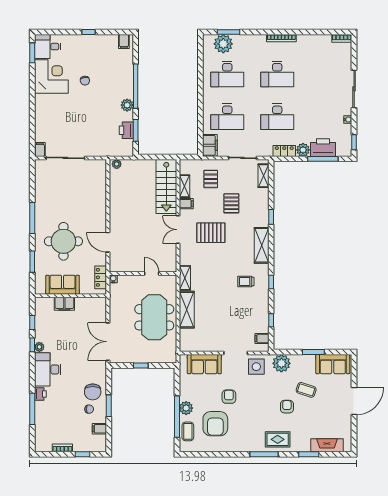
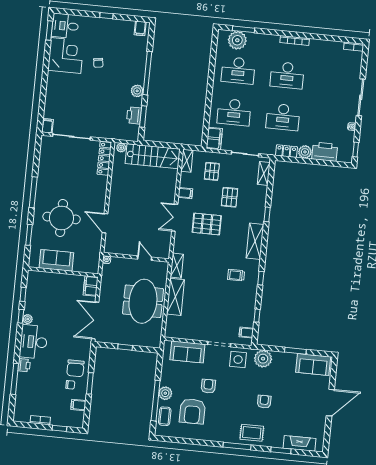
window: (323, 159) -> (324, 163), removed
stairs: (166, 186) -> (153, 156), moved, turned -90
shelving: (184, 186) -> (187, 161), moved
locker: (101, 277) -> (104, 158), moved, width x1.53
filing cabinet: (64, 304) -> (91, 286), moved, turned 90
coffee table: (306, 390) -> (285, 387), removed

